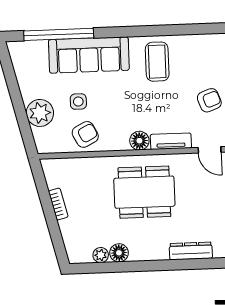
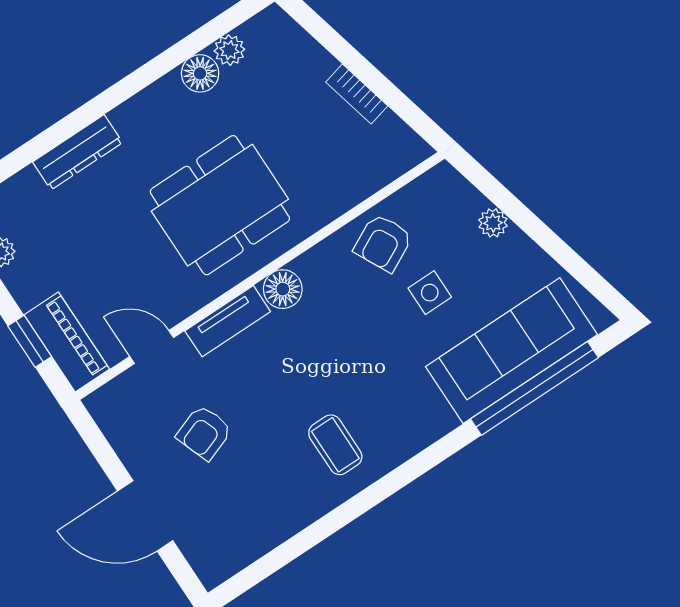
sofa: (89, 55) -> (511, 351), moved
coffee table: (157, 62) -> (335, 445), width x0.73, depth x0.77
plant: (40, 113) -> (493, 223), width x0.53, depth x0.53

